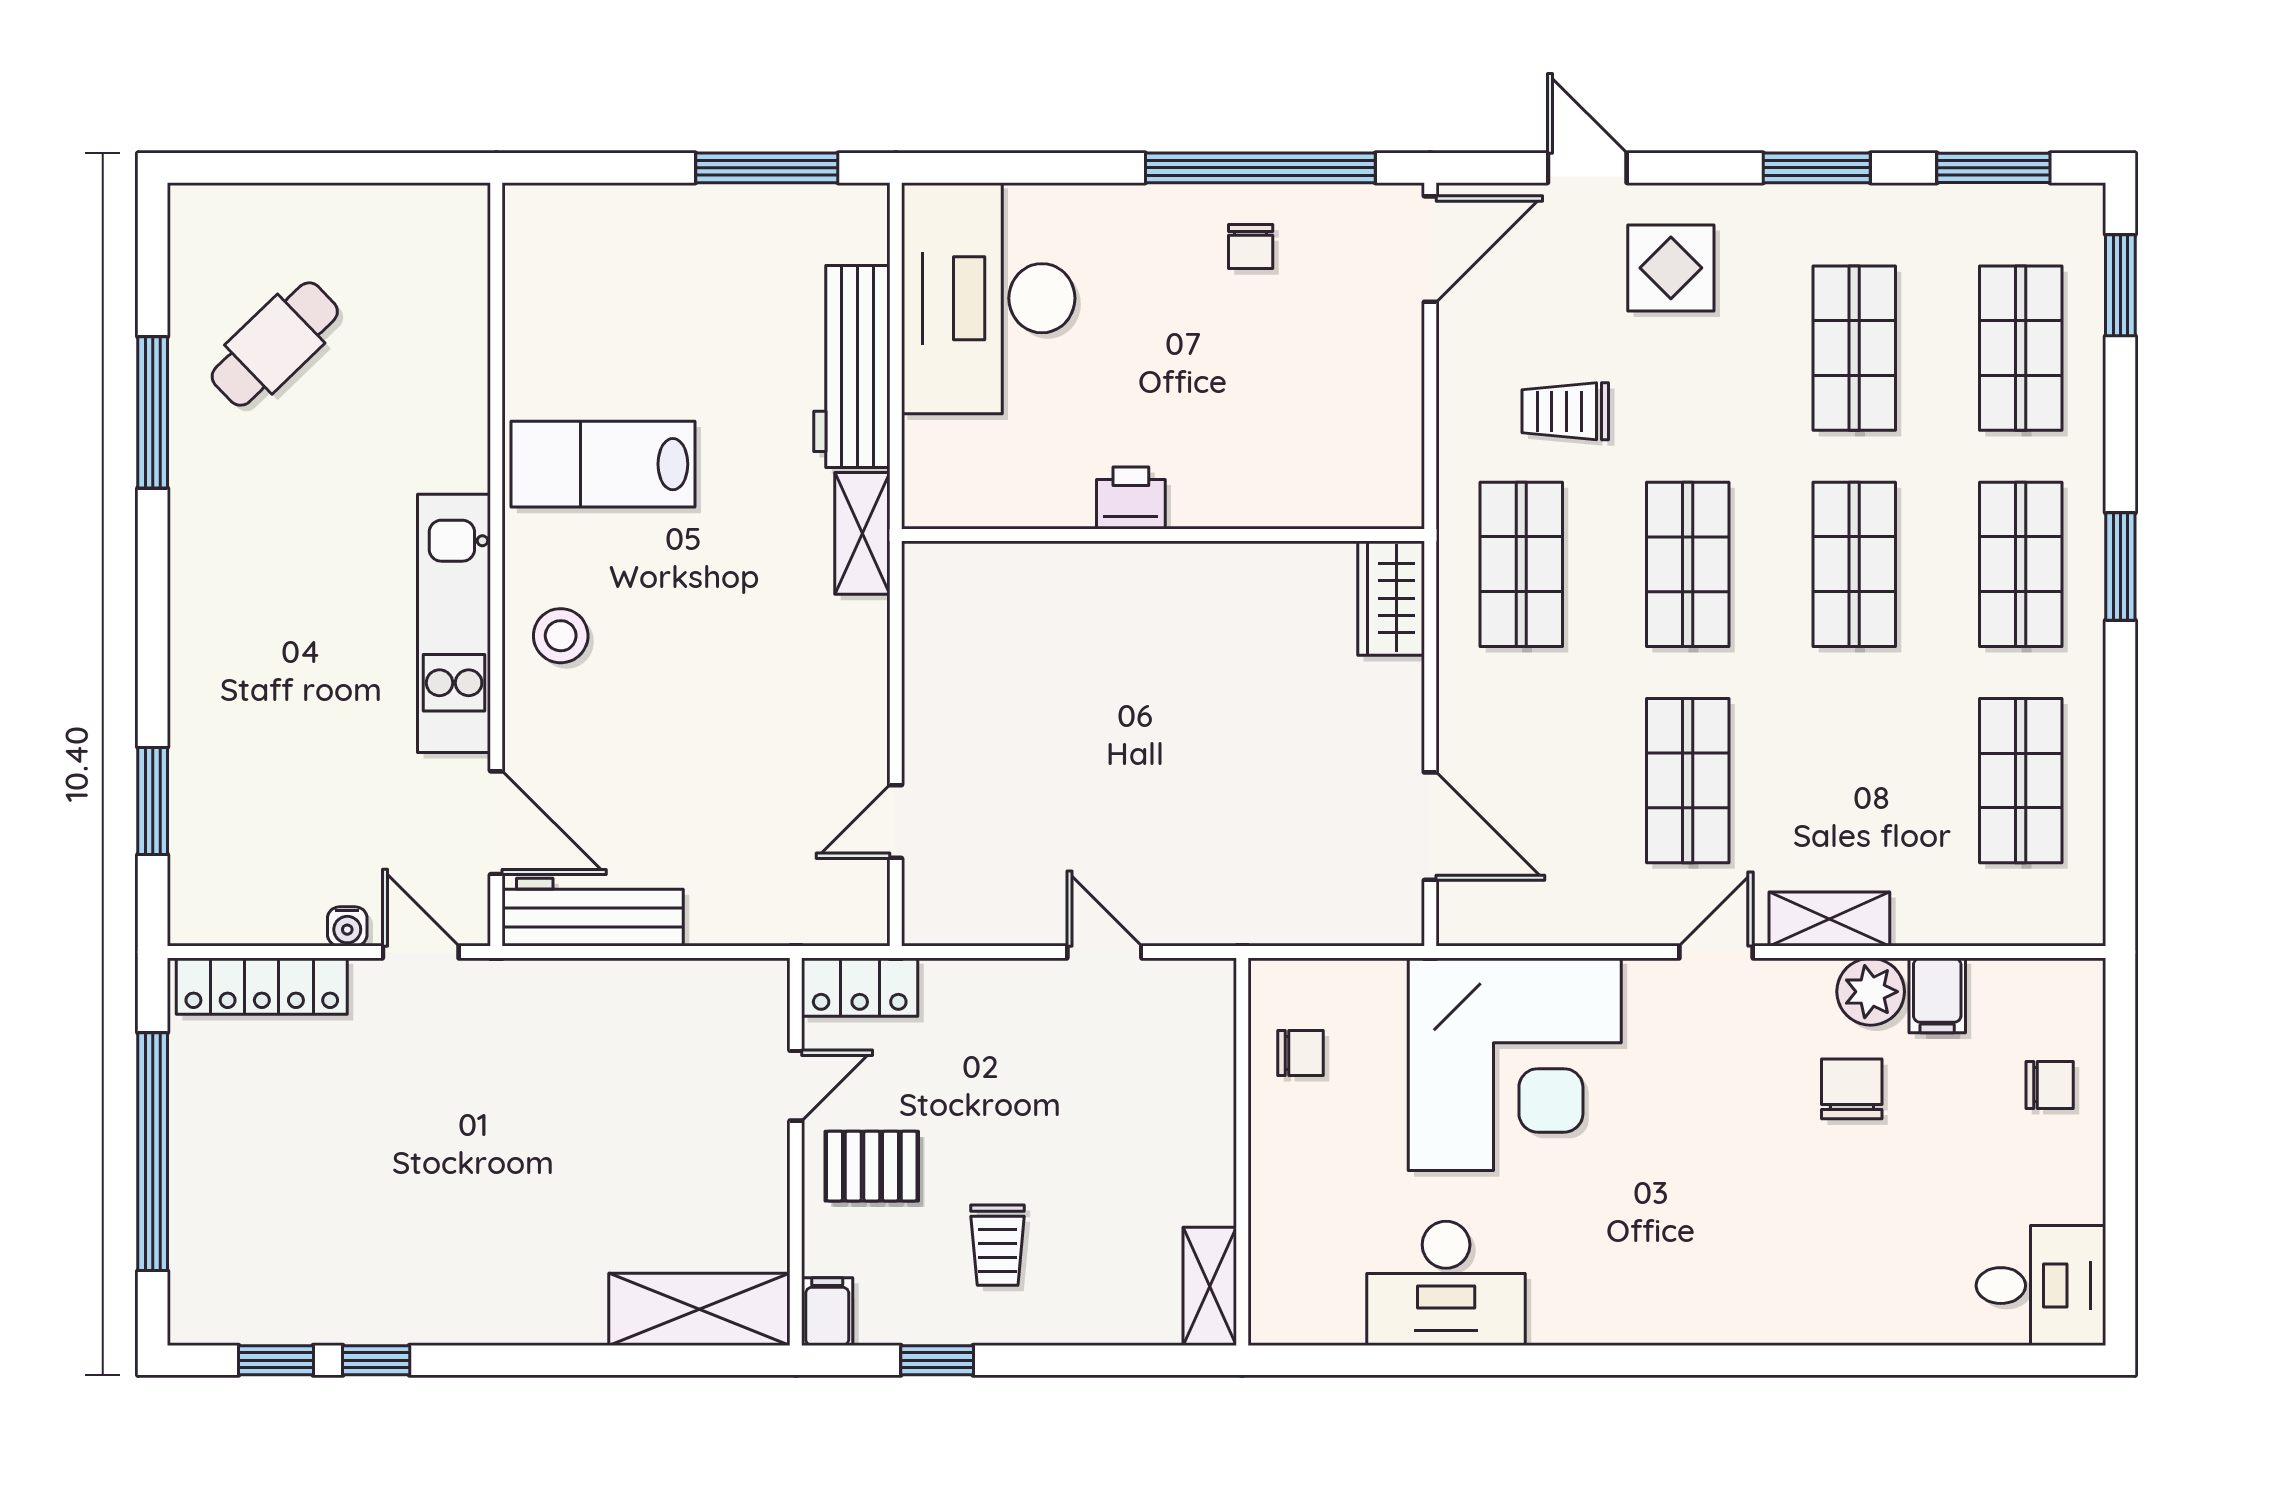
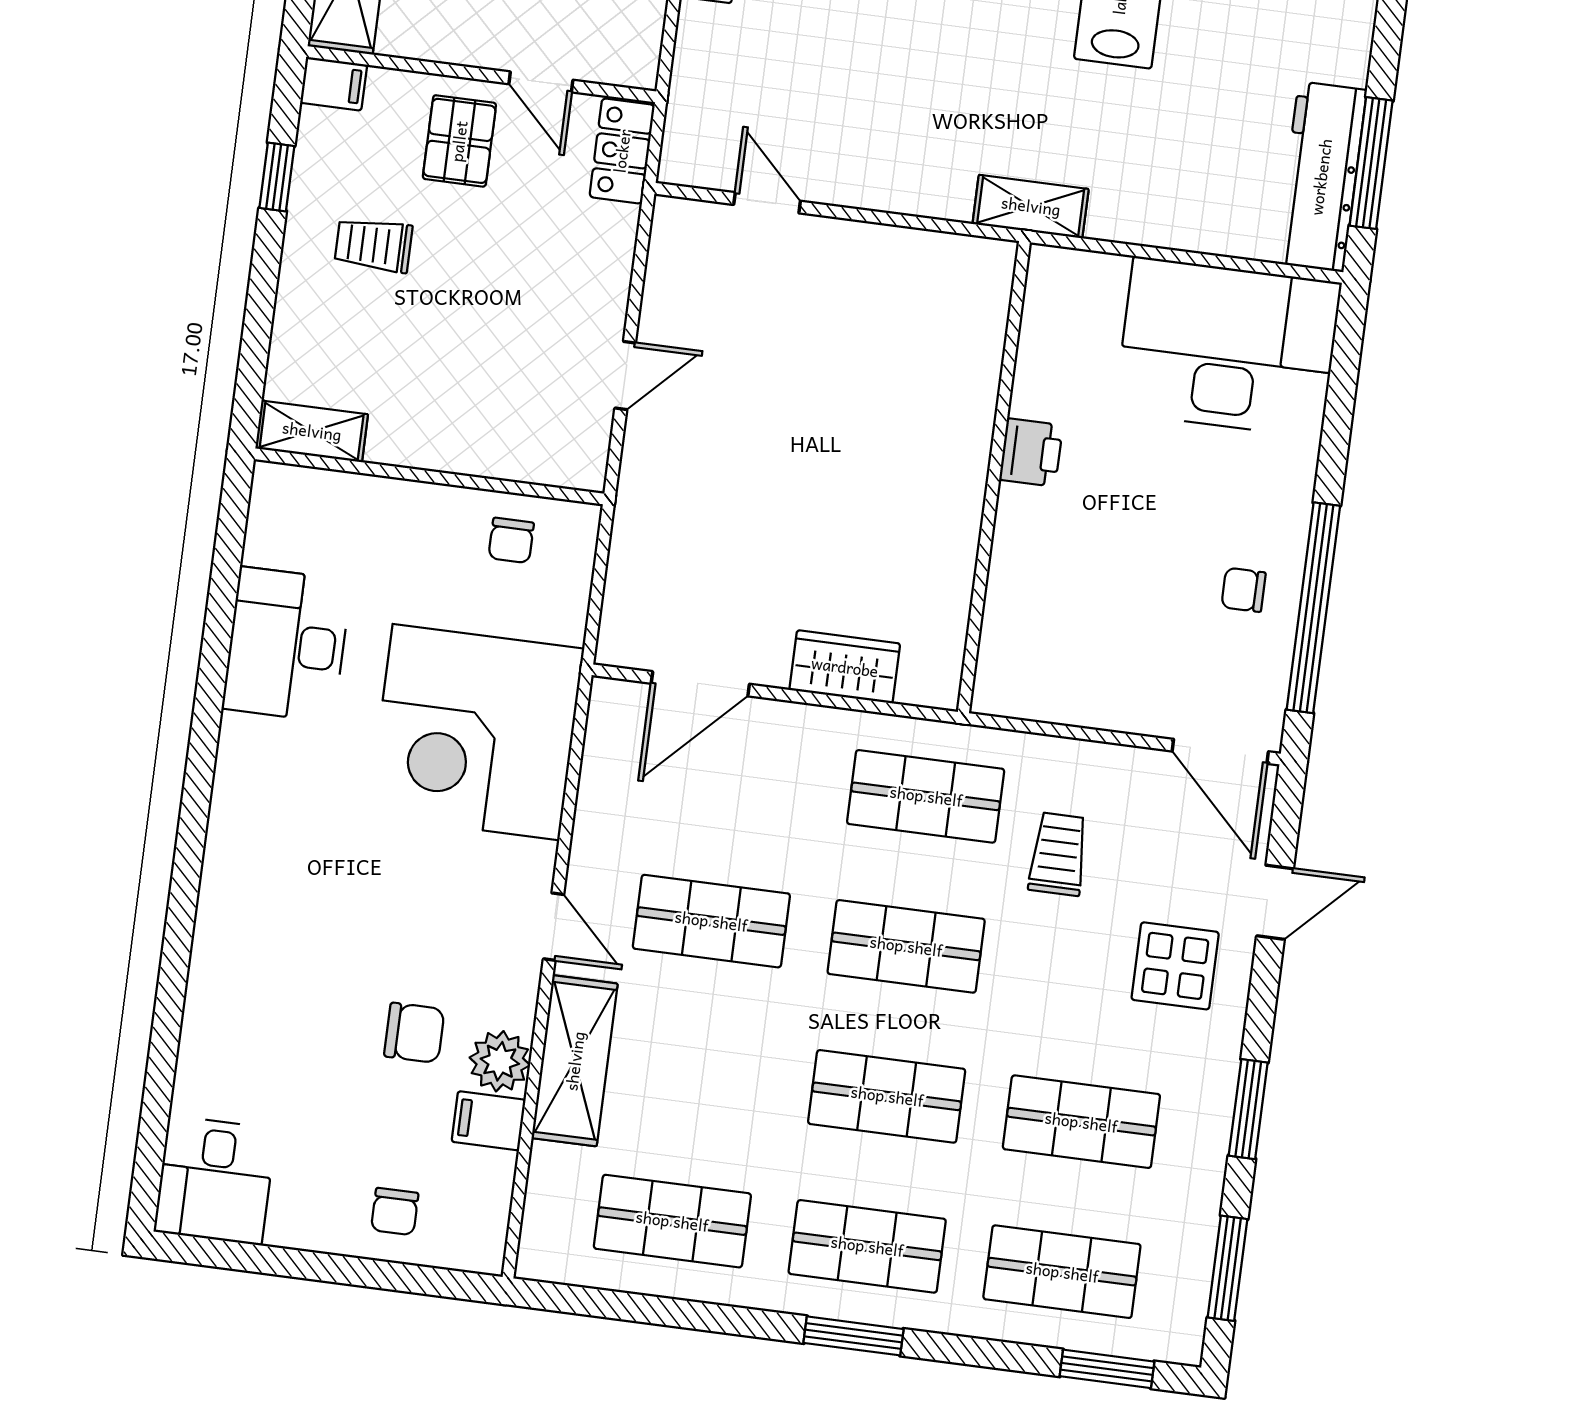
workbench: (852, 367) -> (1321, 177), moved, turned -90
wardrobe: (1391, 598) -> (845, 667), moved
shelving: (1829, 919) -> (575, 1061), width x1.50, depth x1.33

